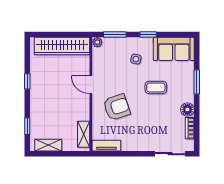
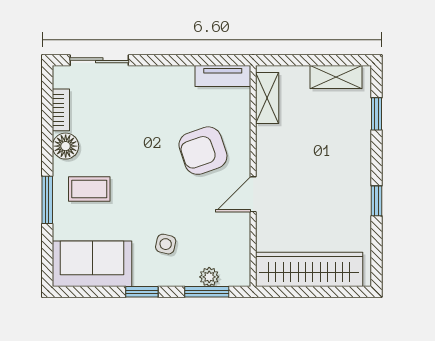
plant: (97, 42) -> (209, 277), moved
door: (91, 85) -> (253, 194), swing flipped
coffee table: (156, 87) -> (89, 189), moved

